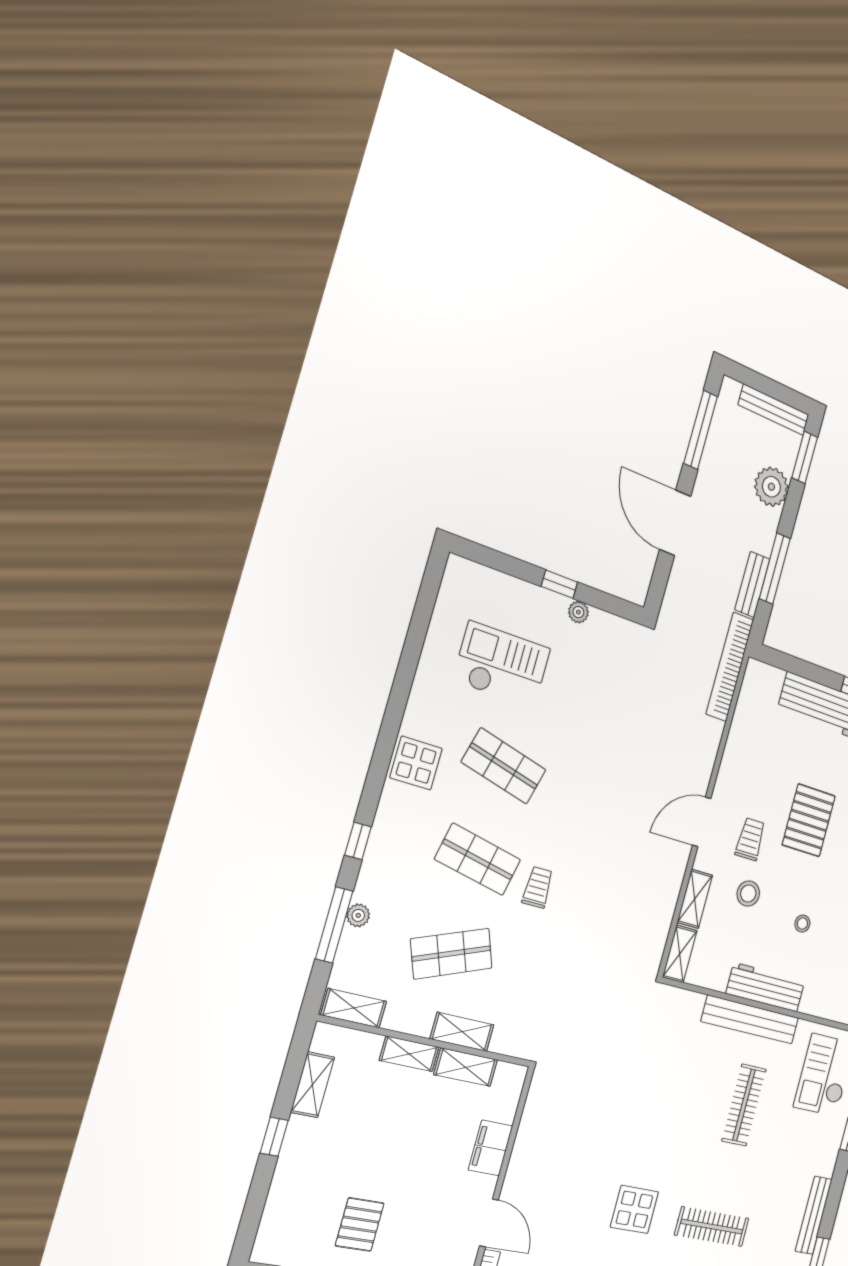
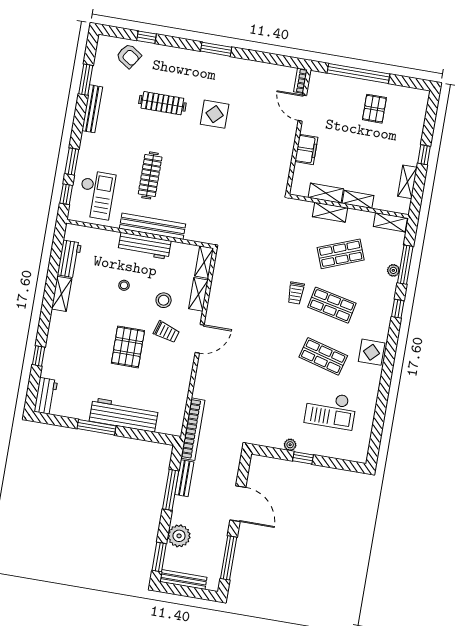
trolley: (750, 839) -> (166, 332), turned -73

